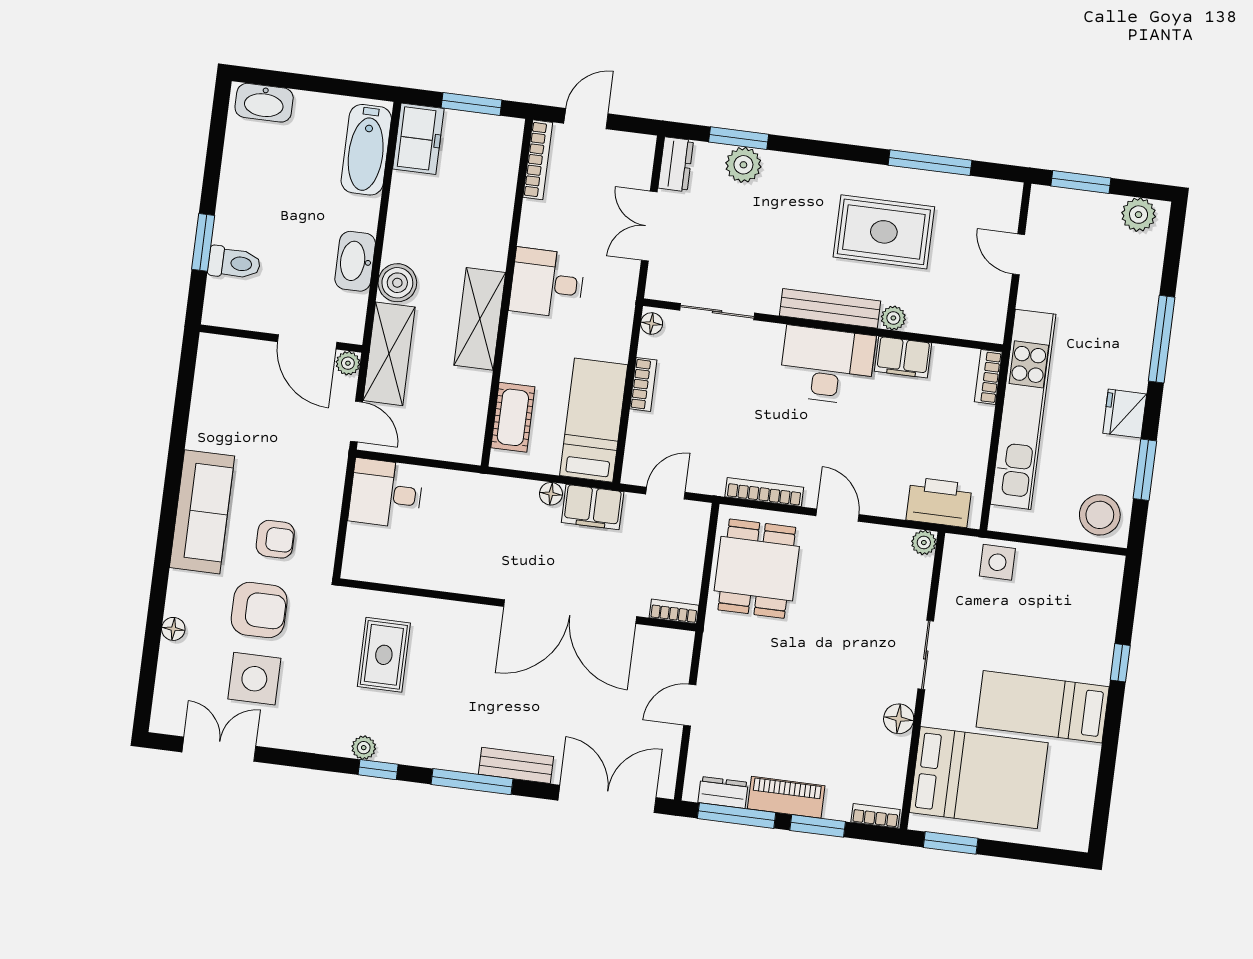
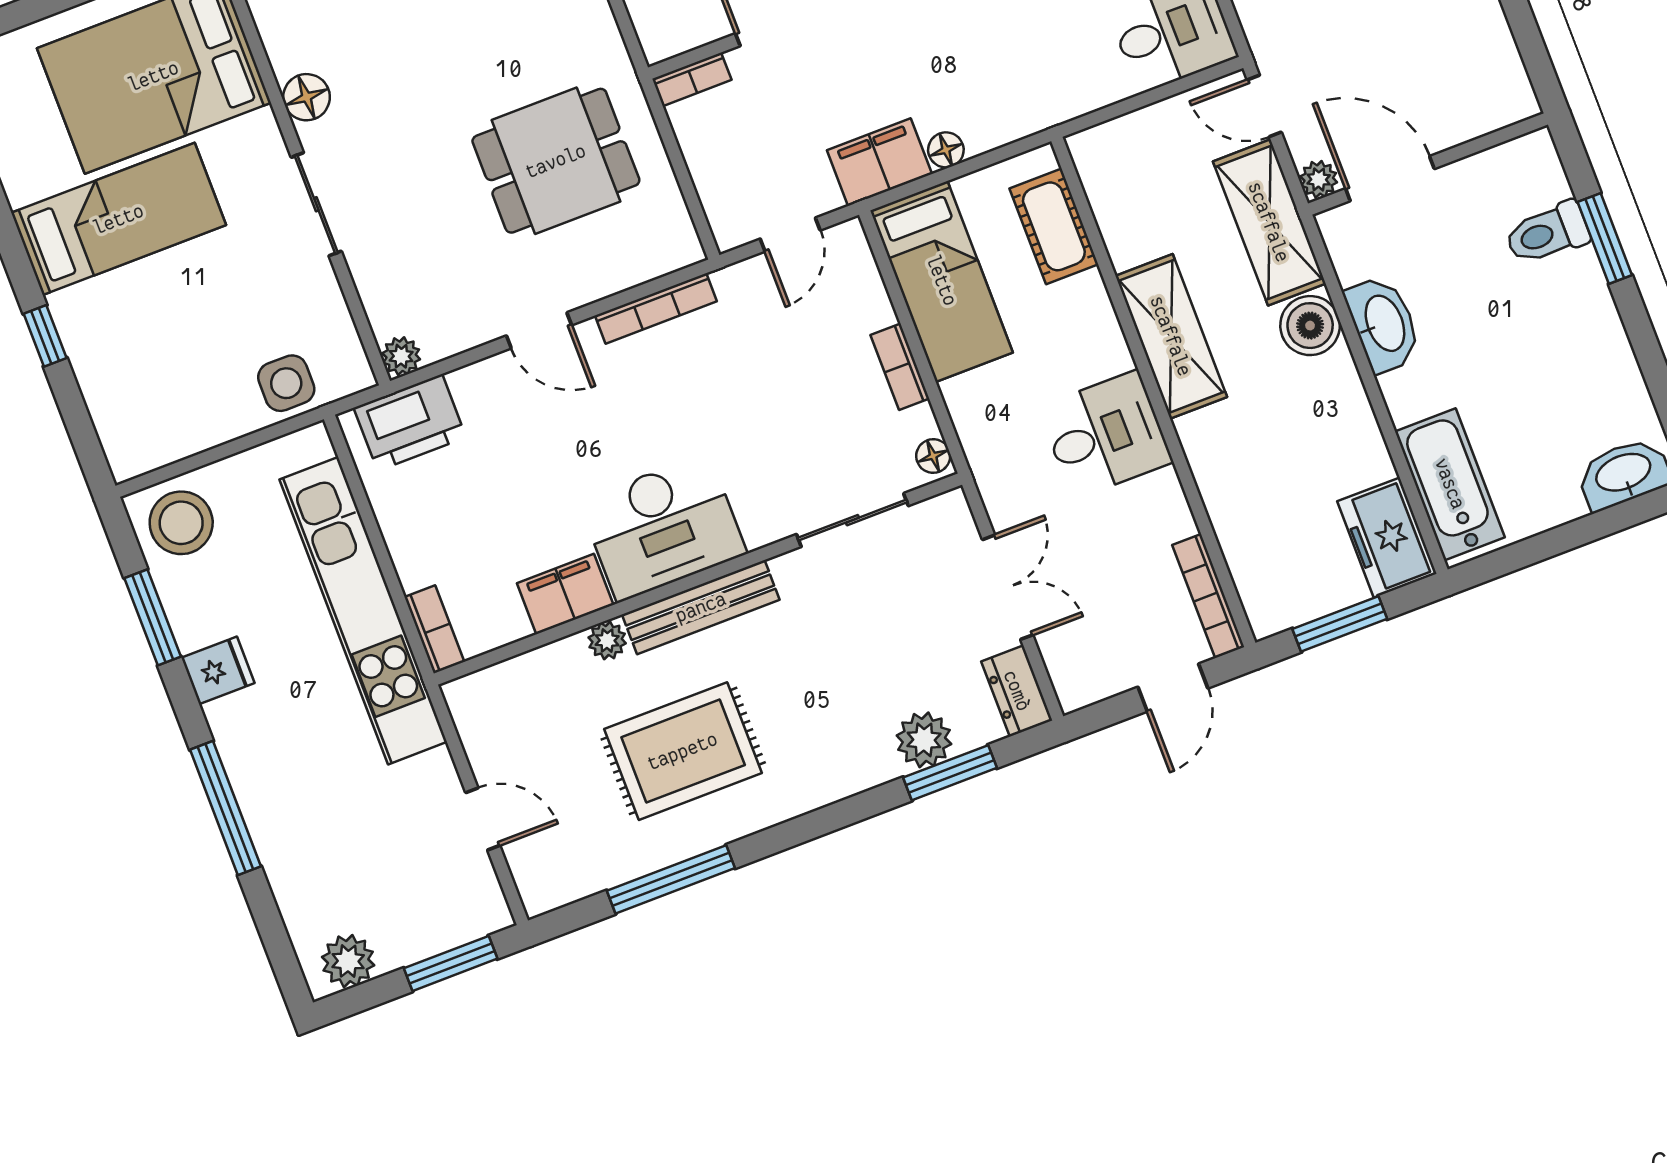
fridge: (1125, 414) -> (218, 670), width x0.72
dining table: (757, 569) -> (556, 161), moved, turned 90

